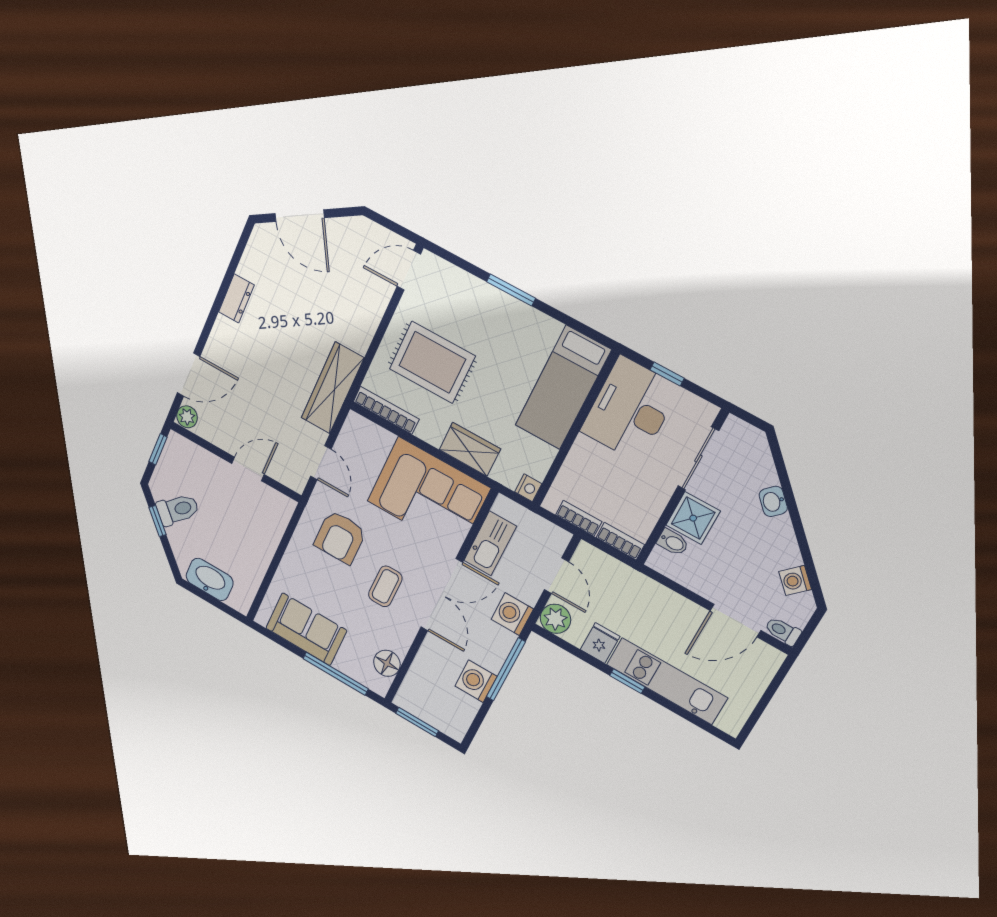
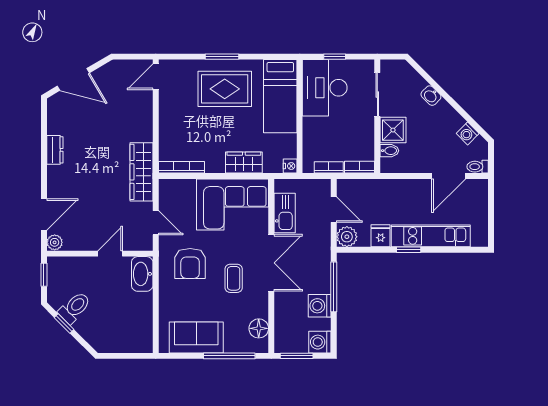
rug: (432, 362) -> (225, 89), moved
washbasin: (210, 579) -> (142, 274), moved, turned -90
washing machine: (512, 614) -> (320, 342), moved

